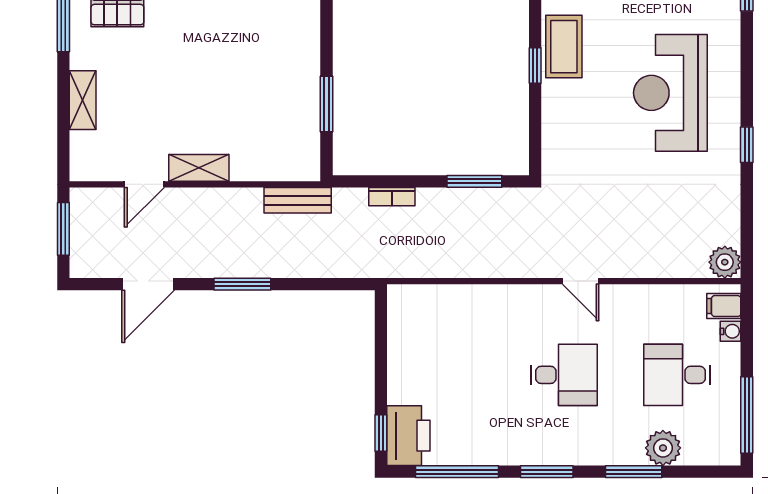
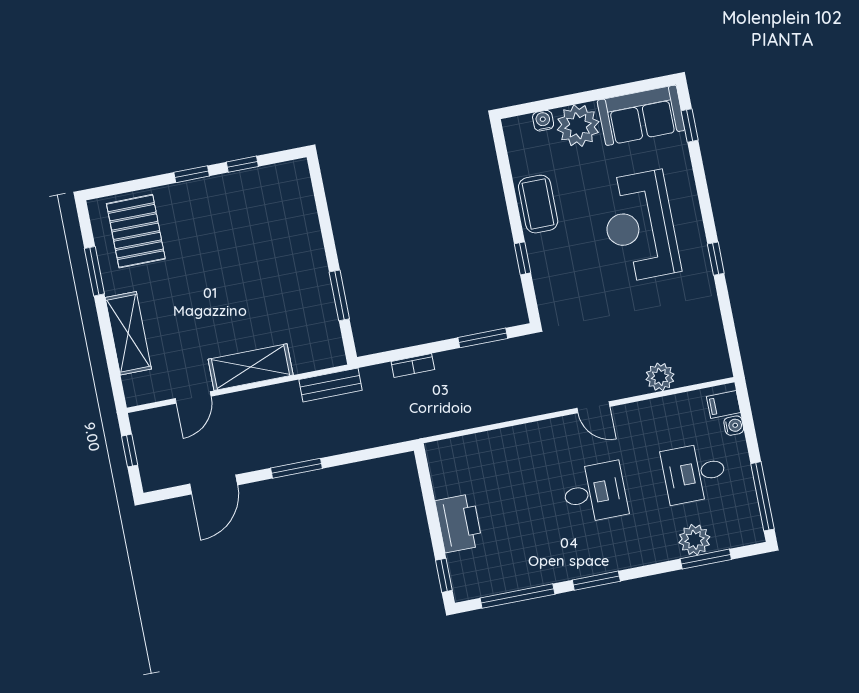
window: (535, 65) -> (523, 258), moved
shelving: (83, 100) -> (128, 333), width x1.50, depth x1.33
shelving: (199, 168) -> (251, 367), width x1.50, depth x1.33
window: (63, 229) -> (130, 451), width x0.67
plant: (725, 262) -> (660, 377), moved
printer: (408, 436) -> (459, 523), moved
window: (634, 472) -> (706, 559), moved

